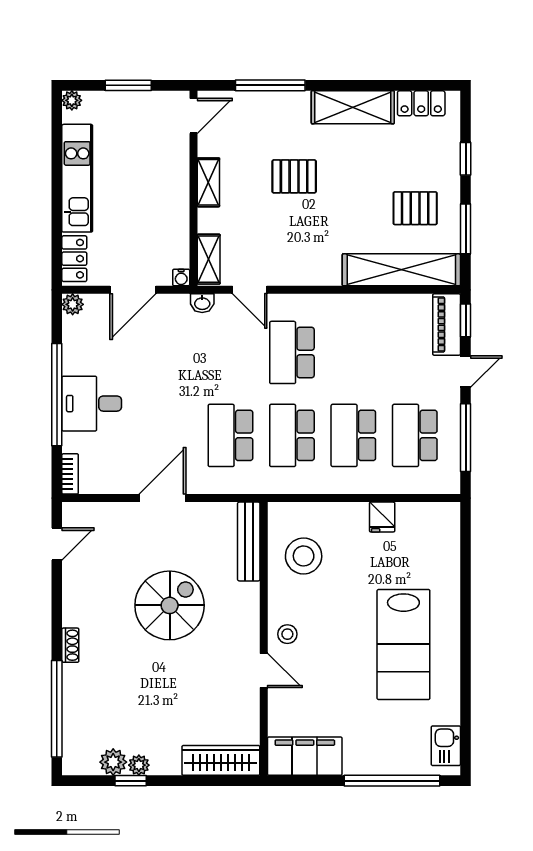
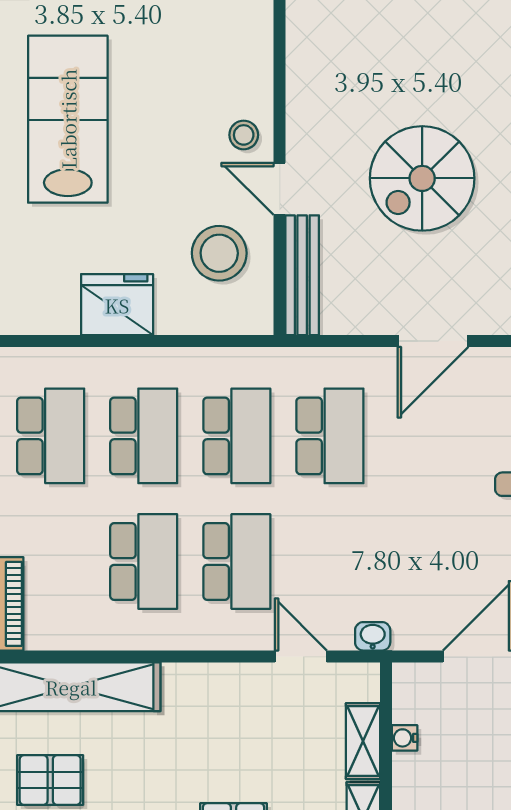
shelving: (209, 259) -> (363, 741), moved
water cooler: (181, 278) -> (405, 738), moved, turned -90
school desk: (353, 352) -> (144, 562), added
fridge: (382, 517) -> (117, 305), width x1.88, depth x1.34
door: (264, 670) -> (279, 189), moved

